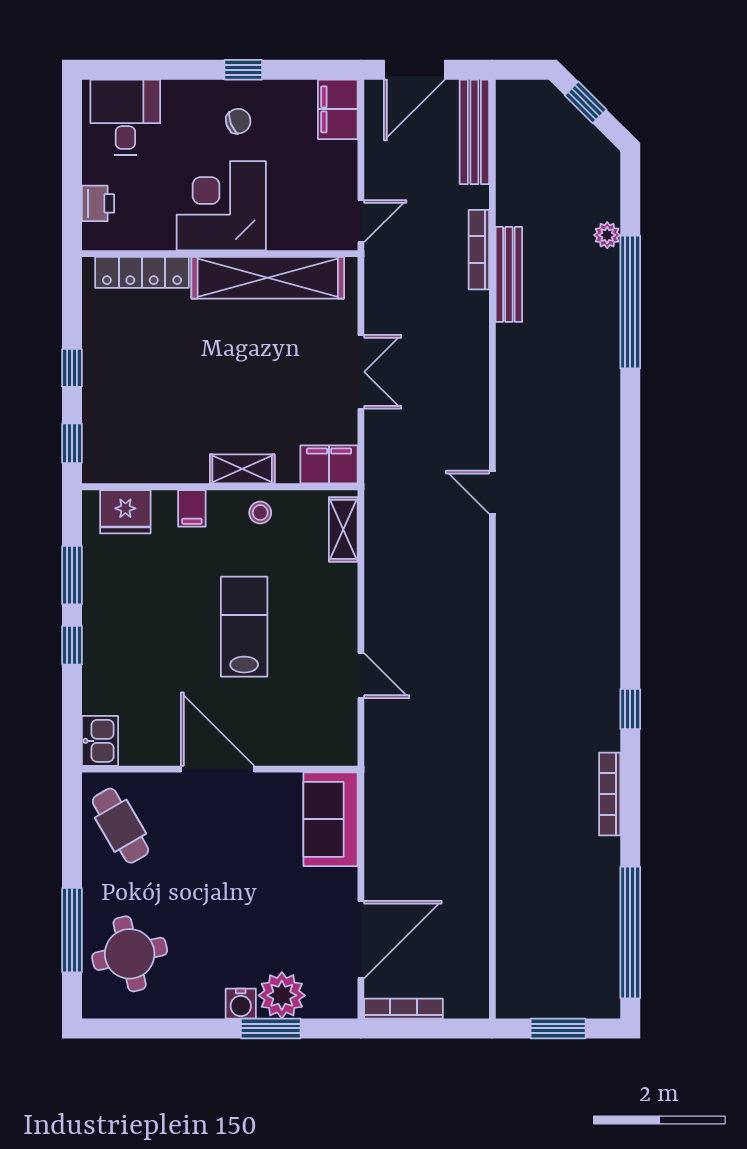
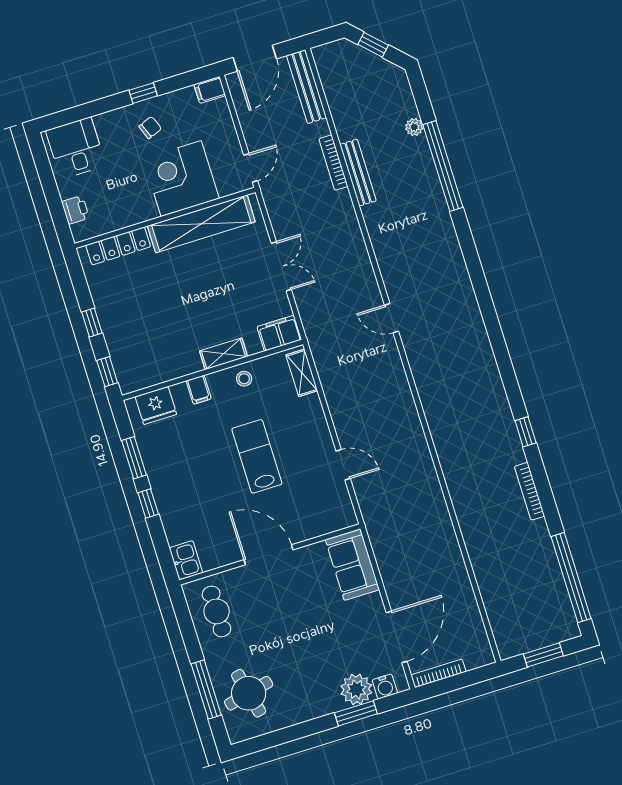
filing cabinet: (338, 109) -> (210, 90), width x0.50
corner desk: (221, 206) -> (181, 179), moved
cafe table: (120, 826) -> (217, 611), turned 30
water cooler: (241, 1004) -> (385, 686), moved

